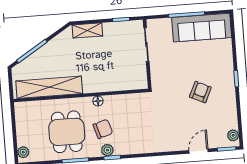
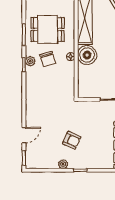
boiler: (95, 81) -> (87, 55), added
plant: (233, 135) -> (63, 164), moved
door: (199, 151) -> (24, 135), hinge flipped

